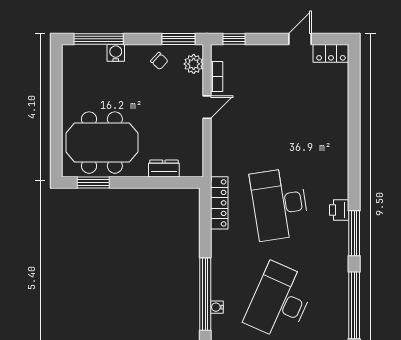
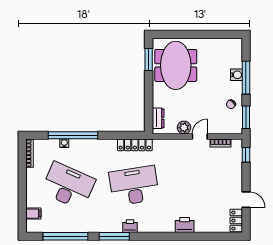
window: (99, 39) -> (246, 78), moved
plant: (194, 64) -> (184, 128), moved
door: (207, 107) -> (200, 137), swing flipped
printer: (337, 129) -> (185, 225), added
dresser: (164, 169) -> (158, 118), moved

